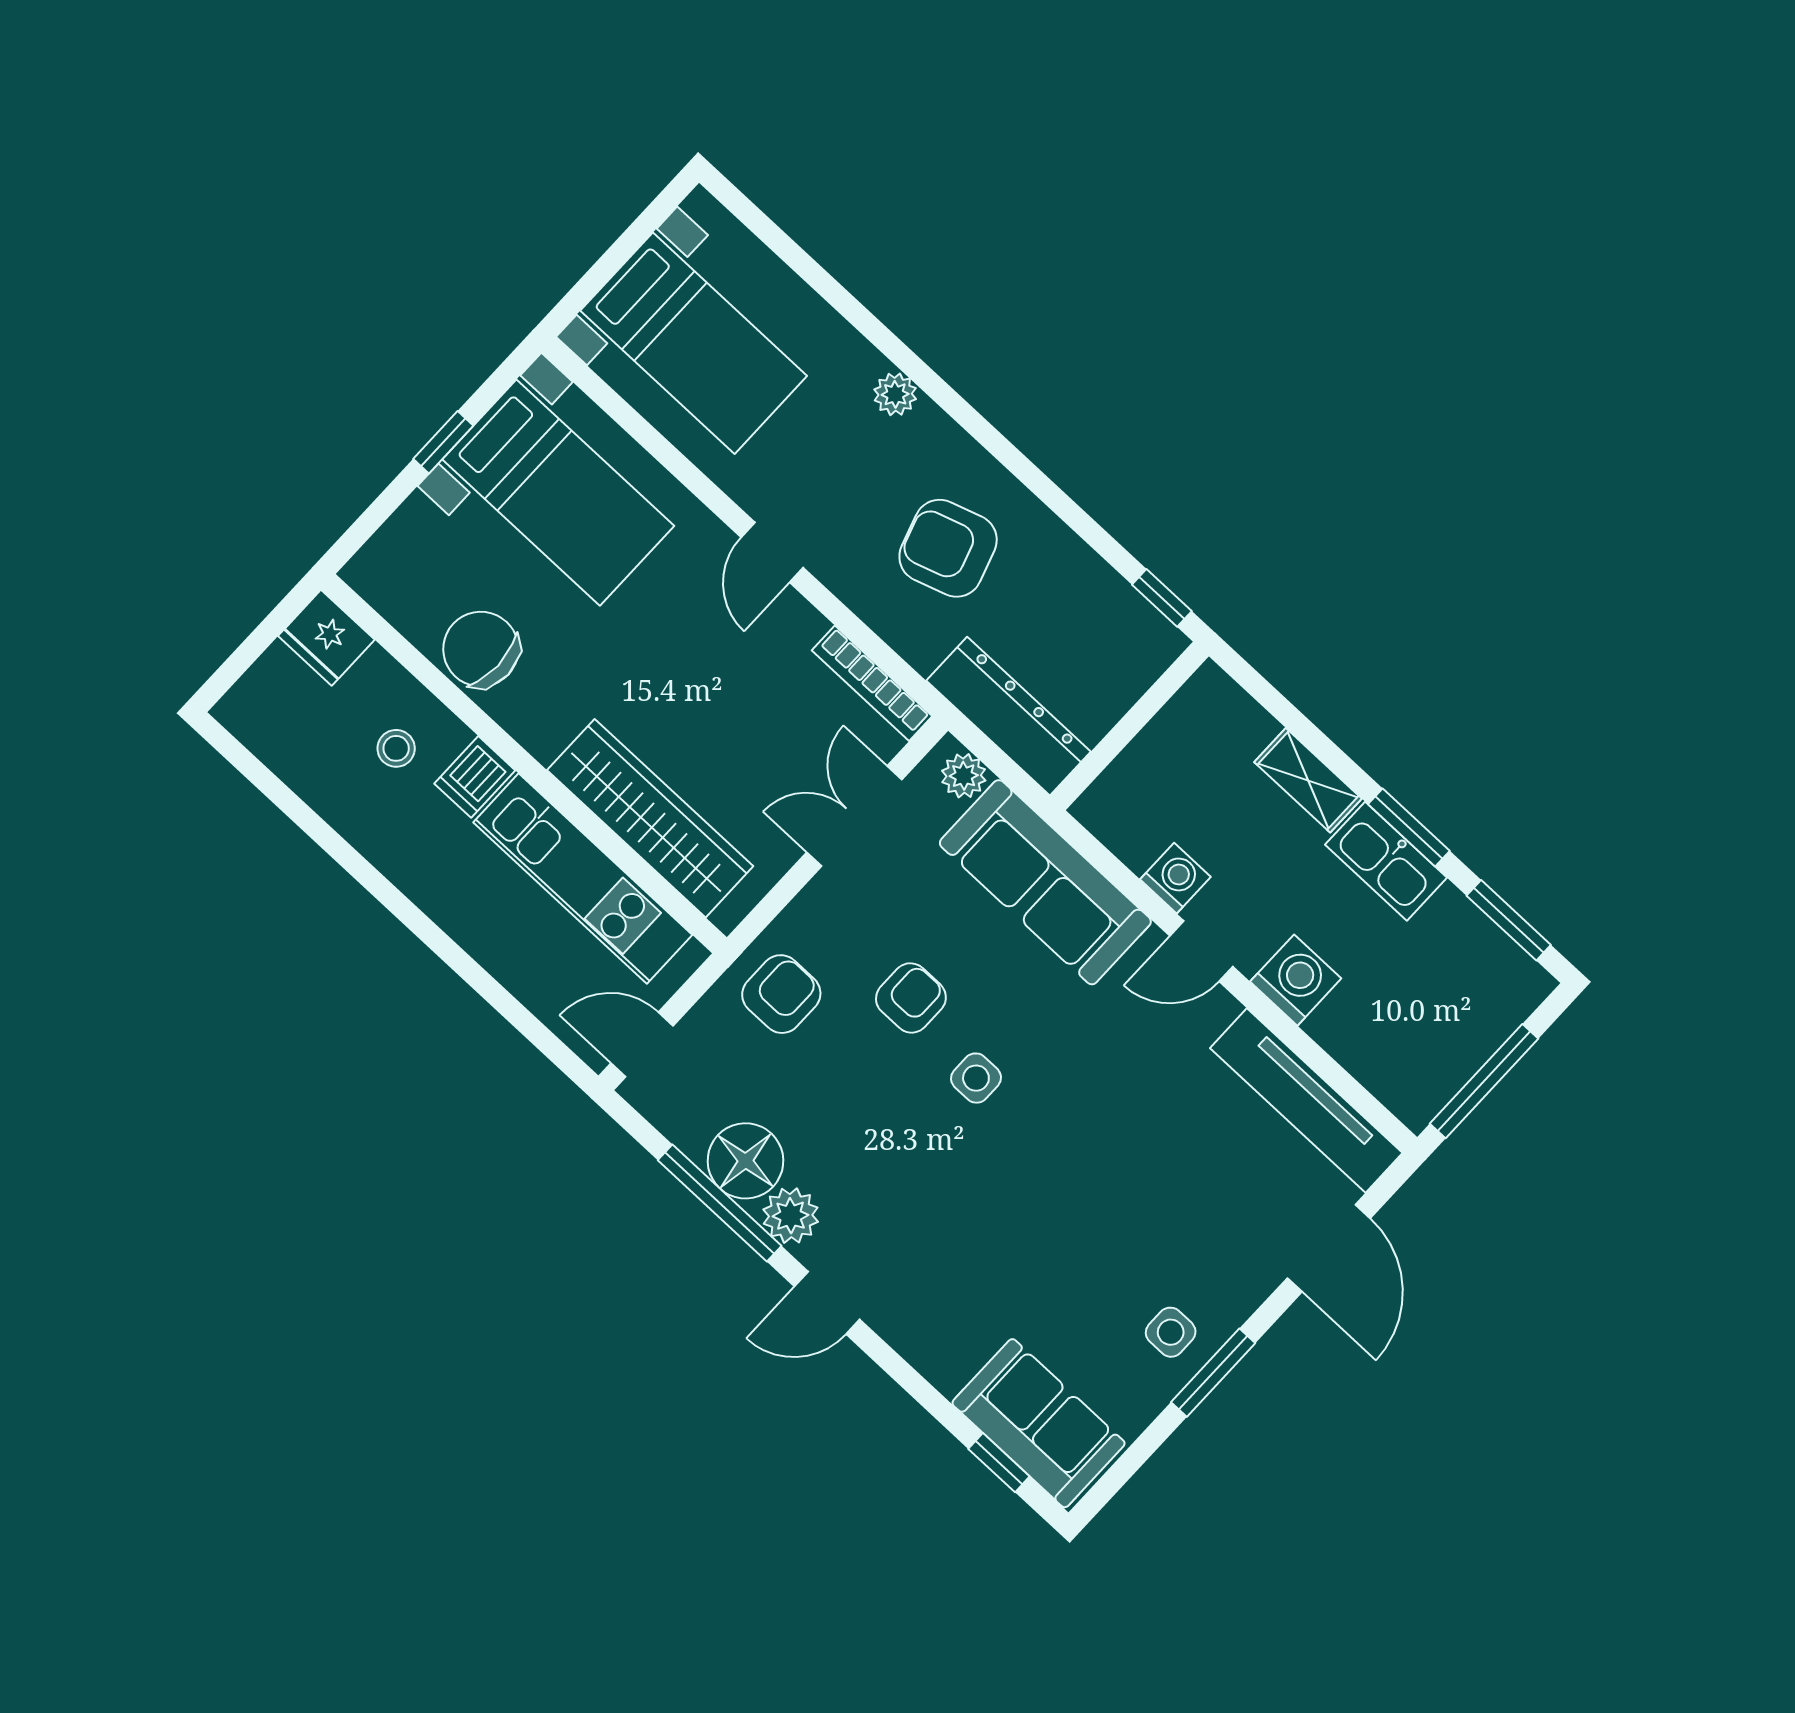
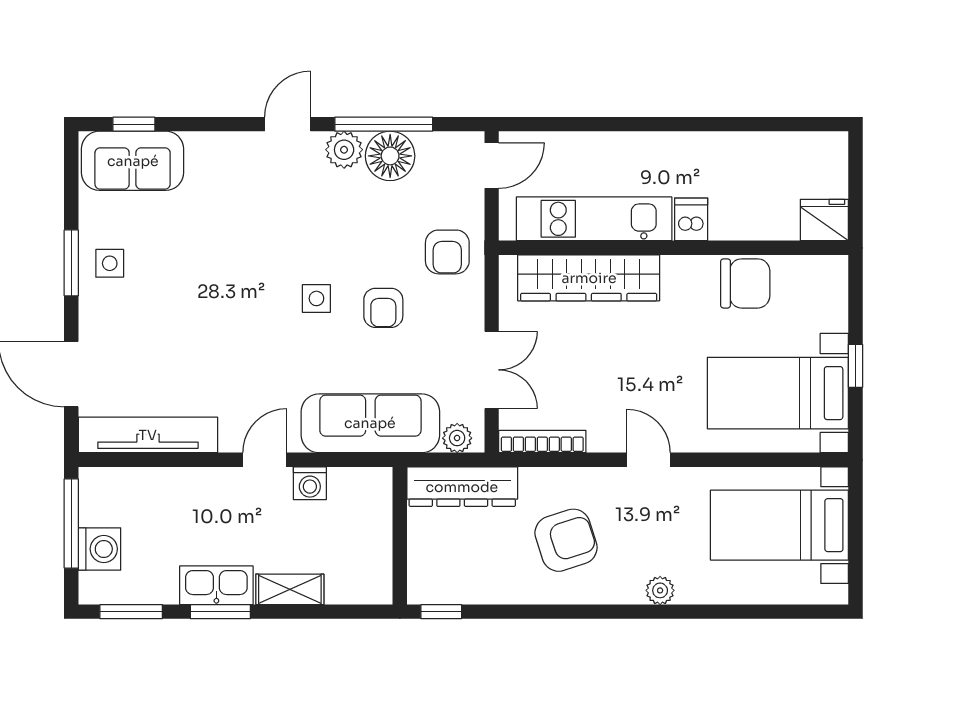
stool: (396, 748) -> (742, 198), removed
washing machine: (1296, 980) -> (100, 549), moved, turned -90

